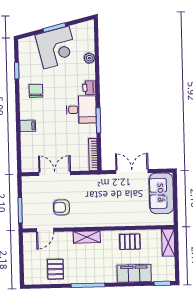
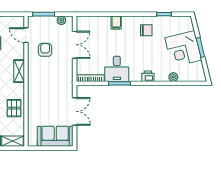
desk: (81, 110) -> (117, 69), moved
plant: (27, 189) -> (61, 20), added

